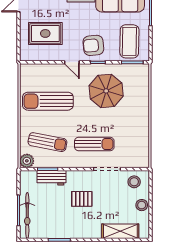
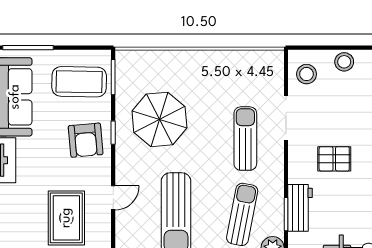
door: (72, 62) -> (113, 198), moved
pallet: (82, 199) -> (334, 159), turned 90

